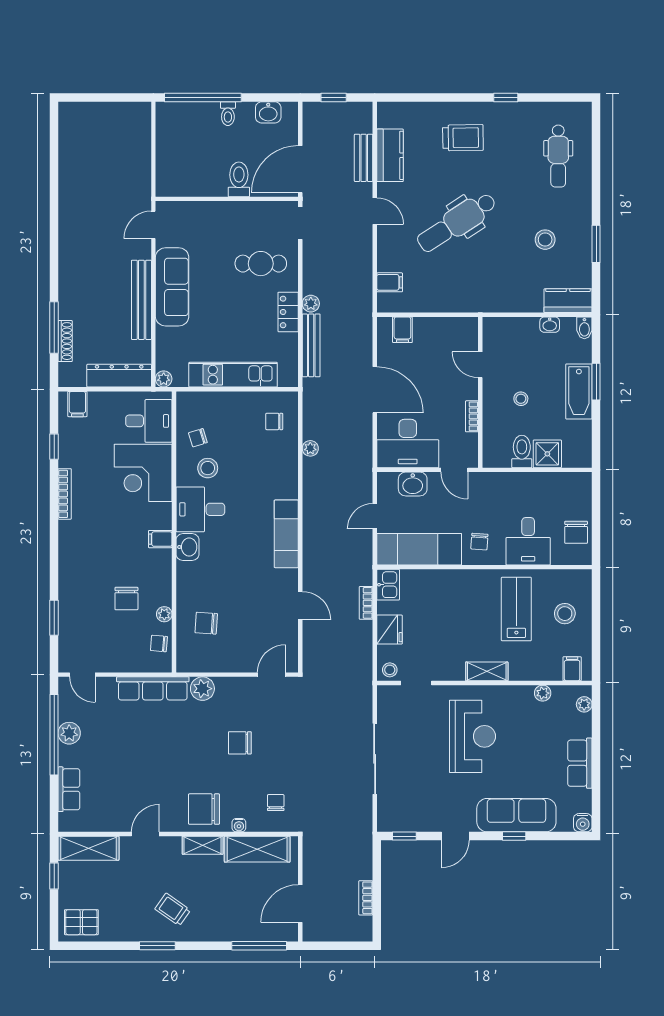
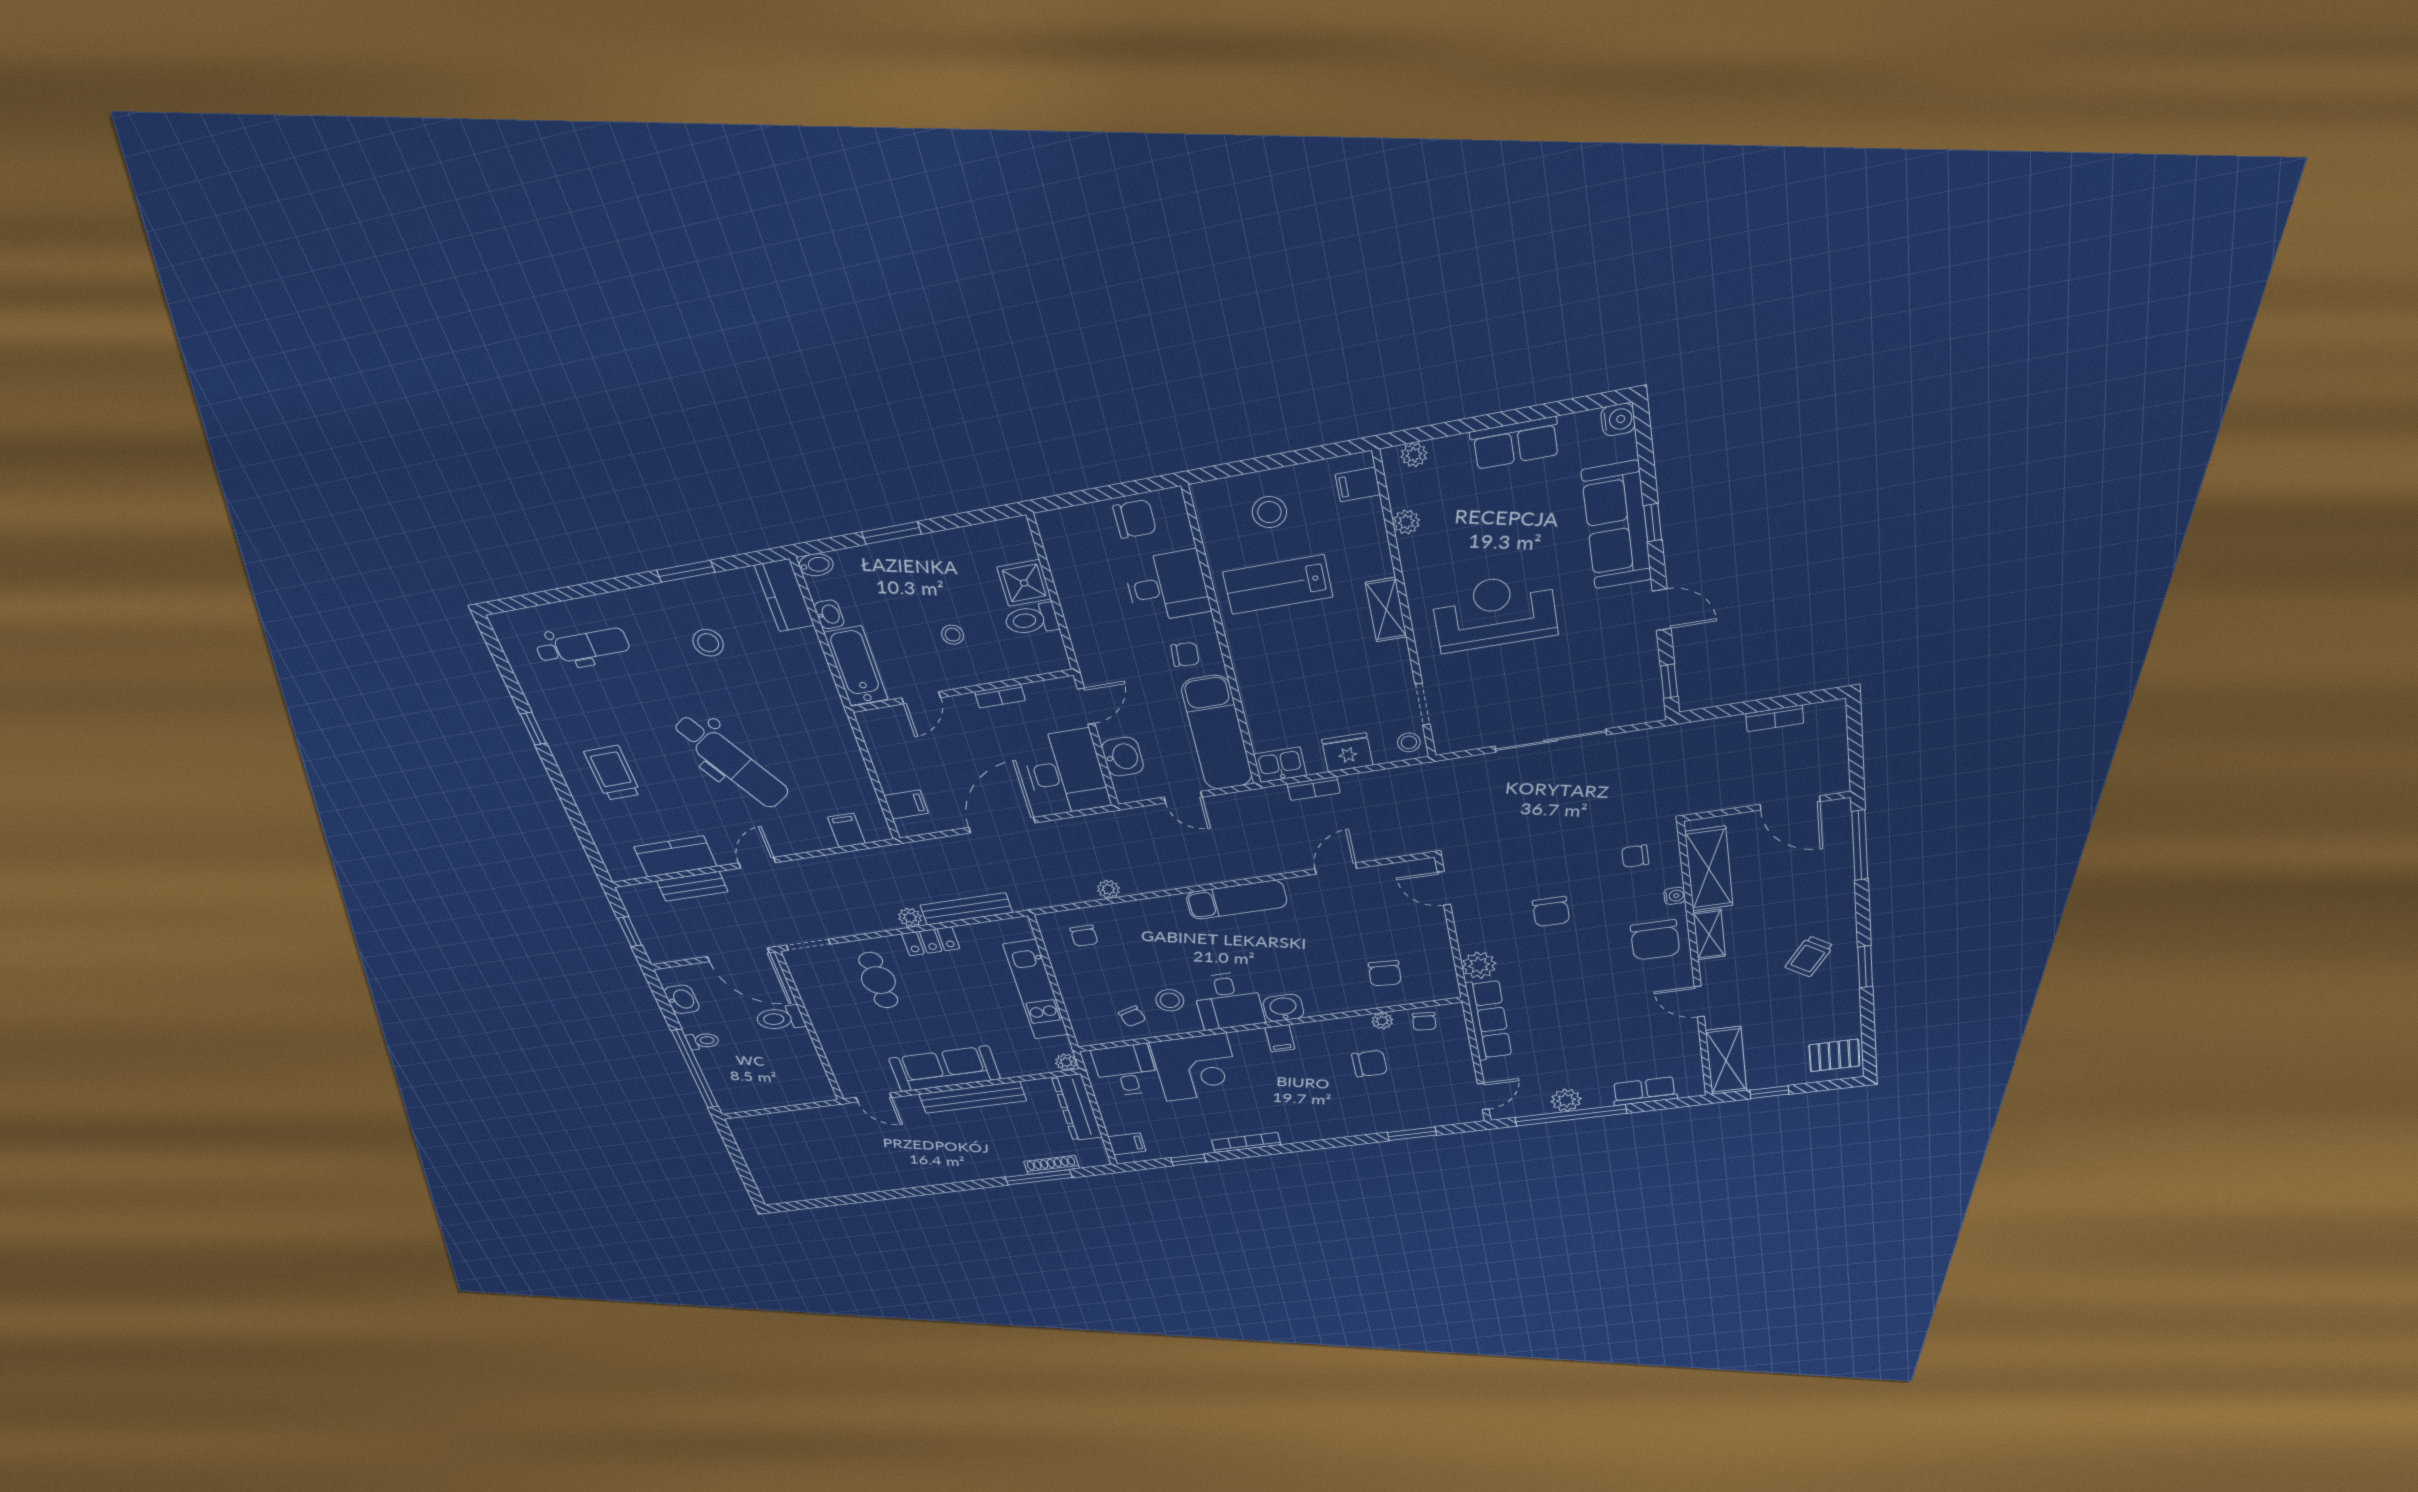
bathtub: (579, 391) -> (856, 666), moved, turned -90
pallet: (81, 922) -> (1834, 1055), turned 90

